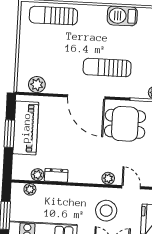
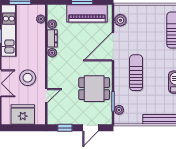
door: (86, 97) -> (113, 47), moved
dining table: (125, 124) -> (94, 89), turned 90
plant: (108, 178) -> (52, 53), moved

